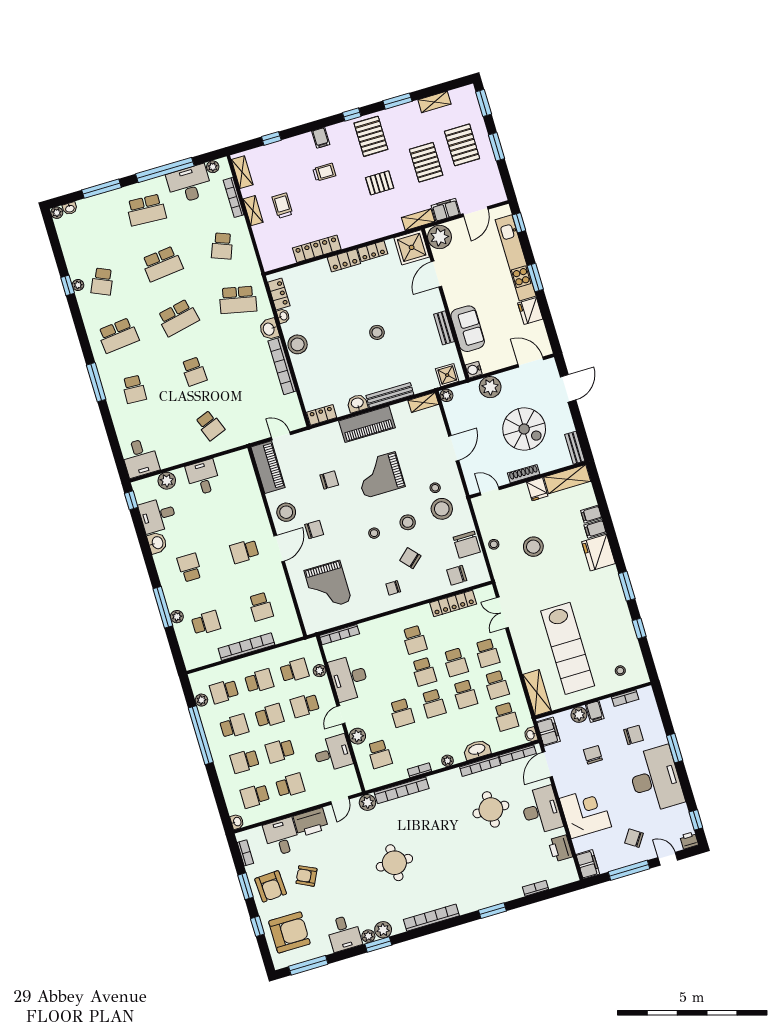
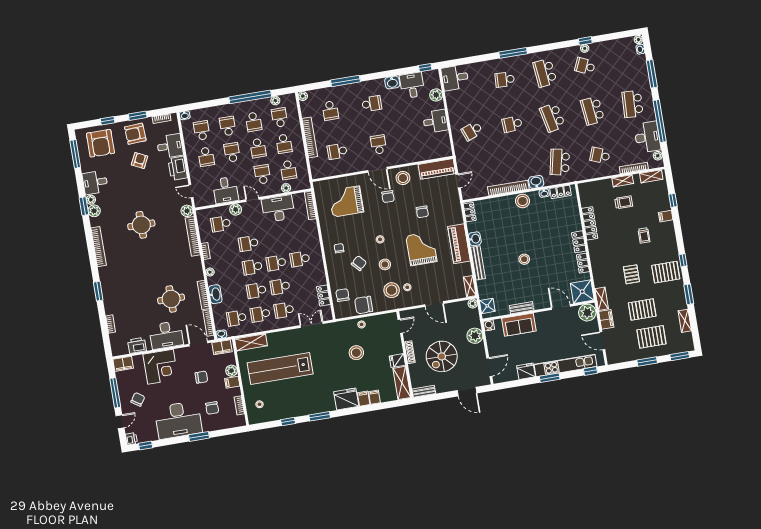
filing cabinet: (321, 138) -> (666, 216), moved
locker: (453, 603) -> (323, 295), width x0.66
plant: (177, 617) -> (303, 96), moved

